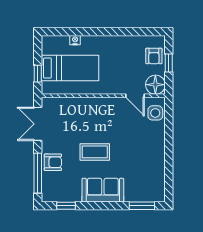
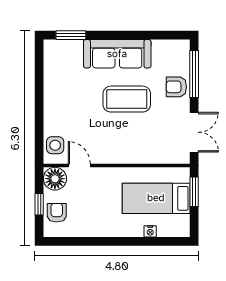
window: (38, 74) -> (194, 192), width x1.50
coffee table: (95, 152) -> (127, 99), width x1.36, depth x1.32
sofa: (103, 190) -> (117, 54), width x1.36
window: (66, 206) -> (161, 35), removed

